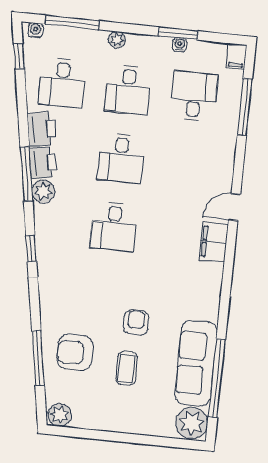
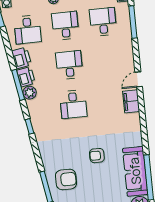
desk: (128, 89) -> (65, 26), turned 180
desk: (121, 158) -> (69, 65), turned 180
armchair: (136, 323) -> (97, 156), turned -90
armchair: (75, 352) -> (66, 179), turned 180
coffee table: (127, 368) -> (97, 182), removed

